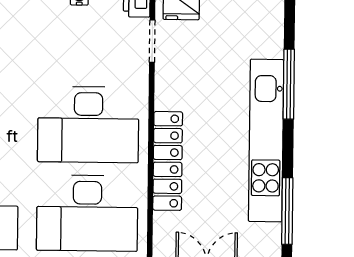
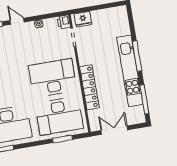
window: (289, 84) -> (137, 56), moved
desk: (88, 124) -> (53, 78), turned 180

